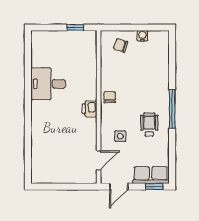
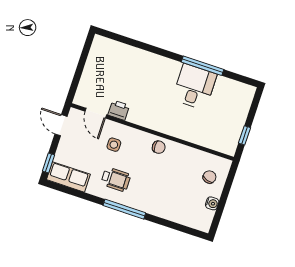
window: (28, 83) -> (203, 66), added
printer: (90, 109) -> (119, 110), moved
row of seats: (151, 175) -> (68, 177), moved, turned -90

